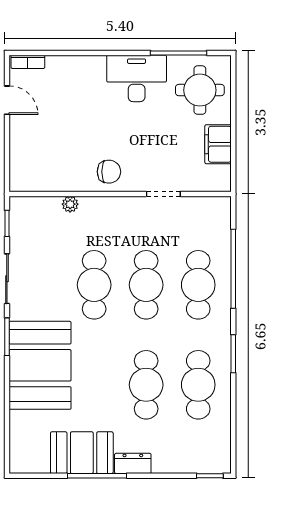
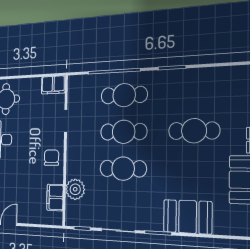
filing cabinet: (218, 144) -> (53, 85), moved
filing cabinet: (50, 179) -> (55, 197), added
plant: (70, 204) -> (75, 189), width x1.87, depth x1.87
booth: (40, 365) -> (188, 217), width x0.73, depth x0.70
cafe table: (198, 385) -> (194, 92), removed

